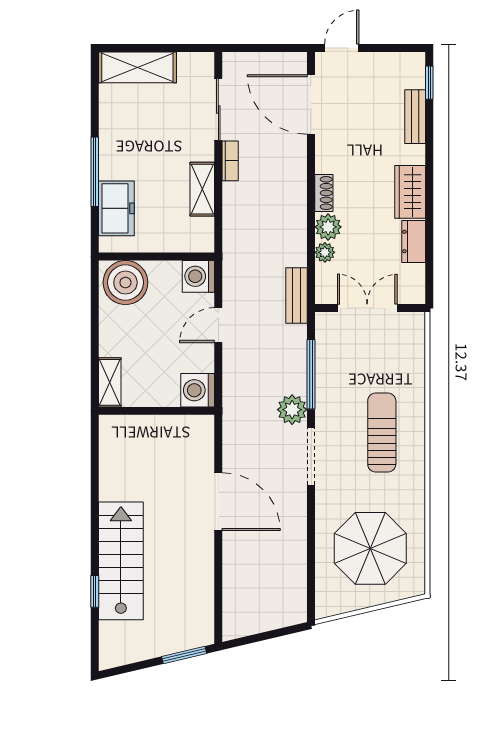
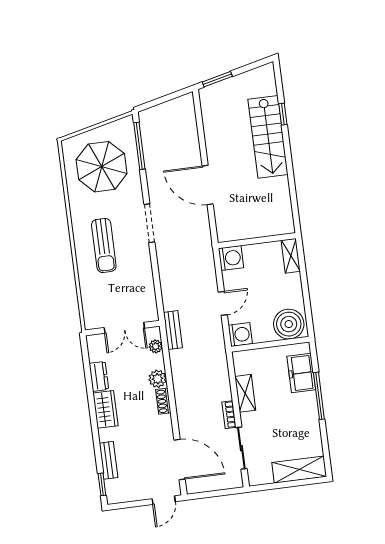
plant: (325, 252) -> (156, 346), moved
window: (311, 374) -> (139, 146), moved
plant: (292, 410) -> (166, 253), removed

